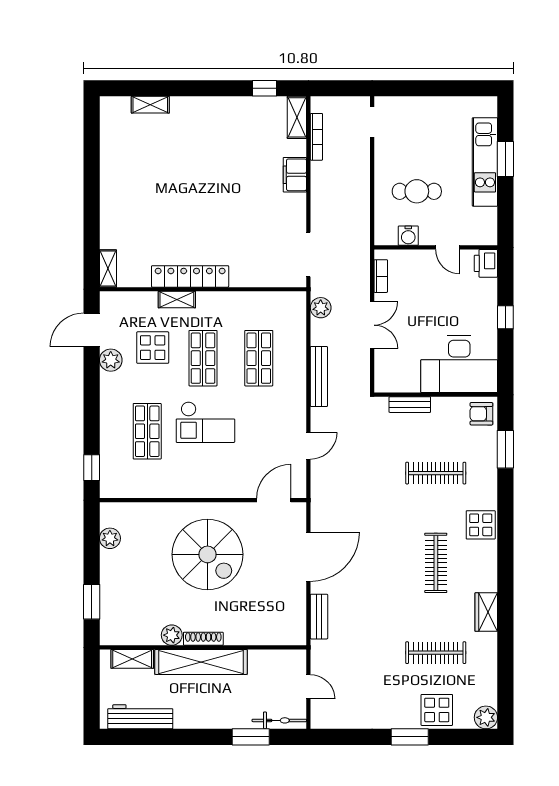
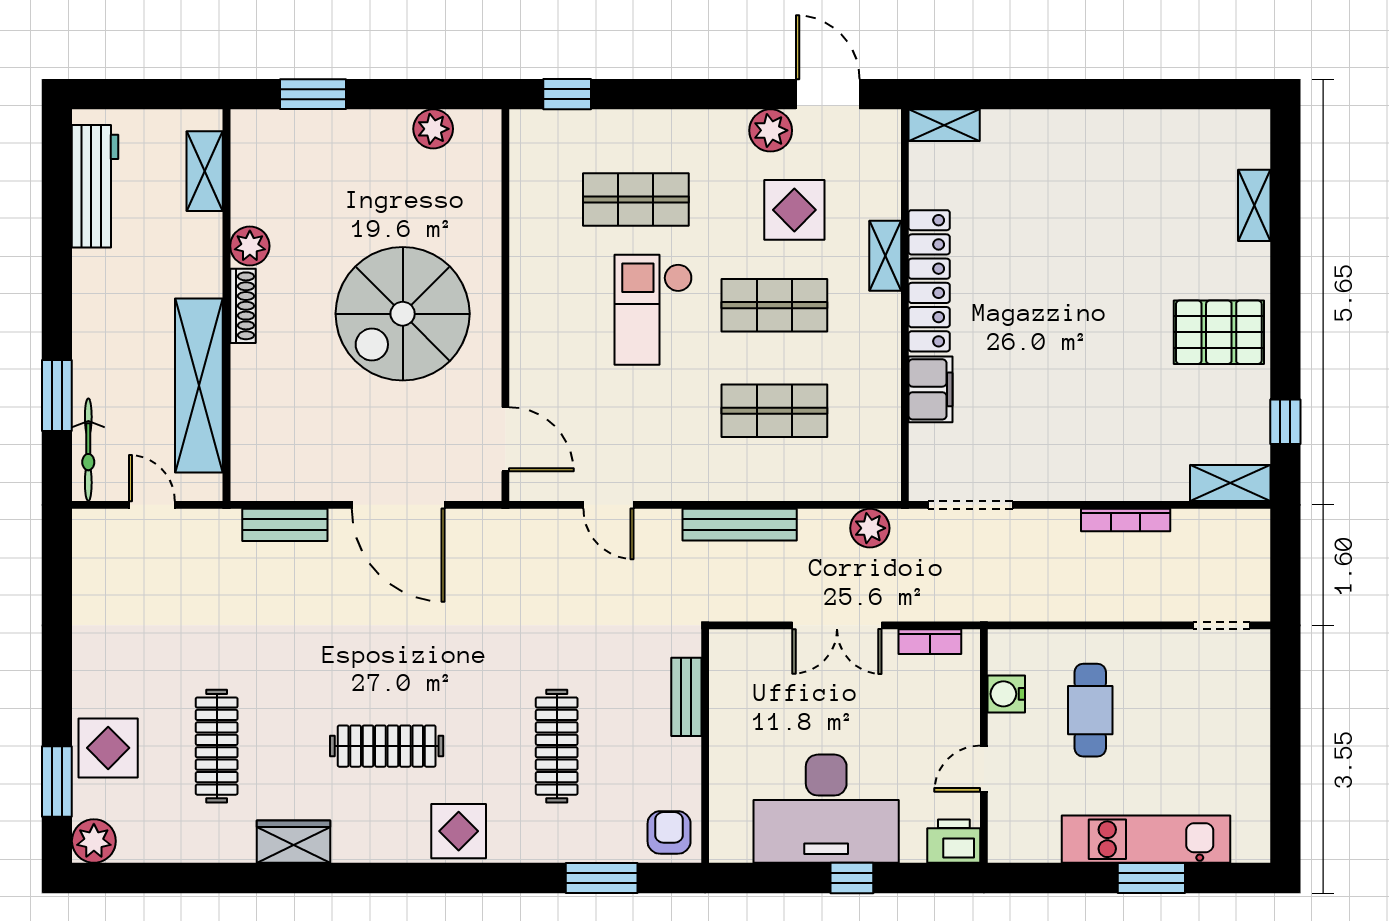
pallet: (217, 123) -> (1219, 332), added
bookcase: (316, 137) -> (1126, 520), moved
filing cabinet: (295, 175) -> (931, 389), moved, turned 90
desk: (459, 364) -> (826, 809), moved, turned -90
shelving: (201, 662) -> (199, 385), moved
door: (308, 687) -> (152, 505), swing flipped
window: (410, 737) -> (57, 781), moved

